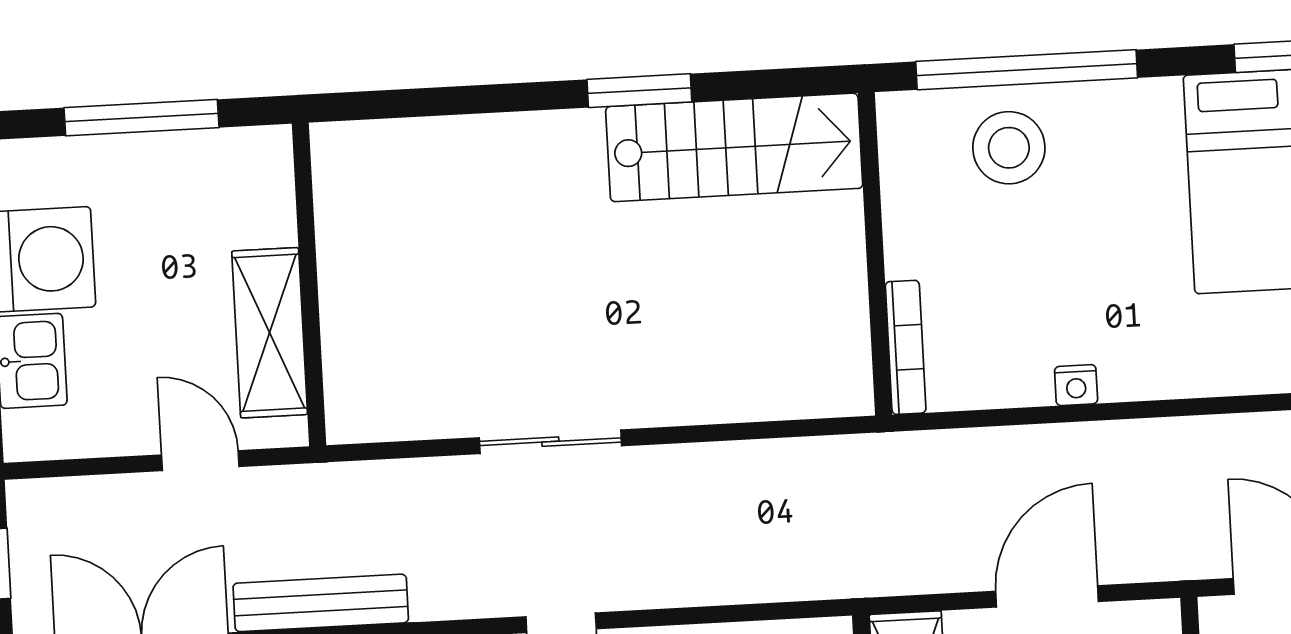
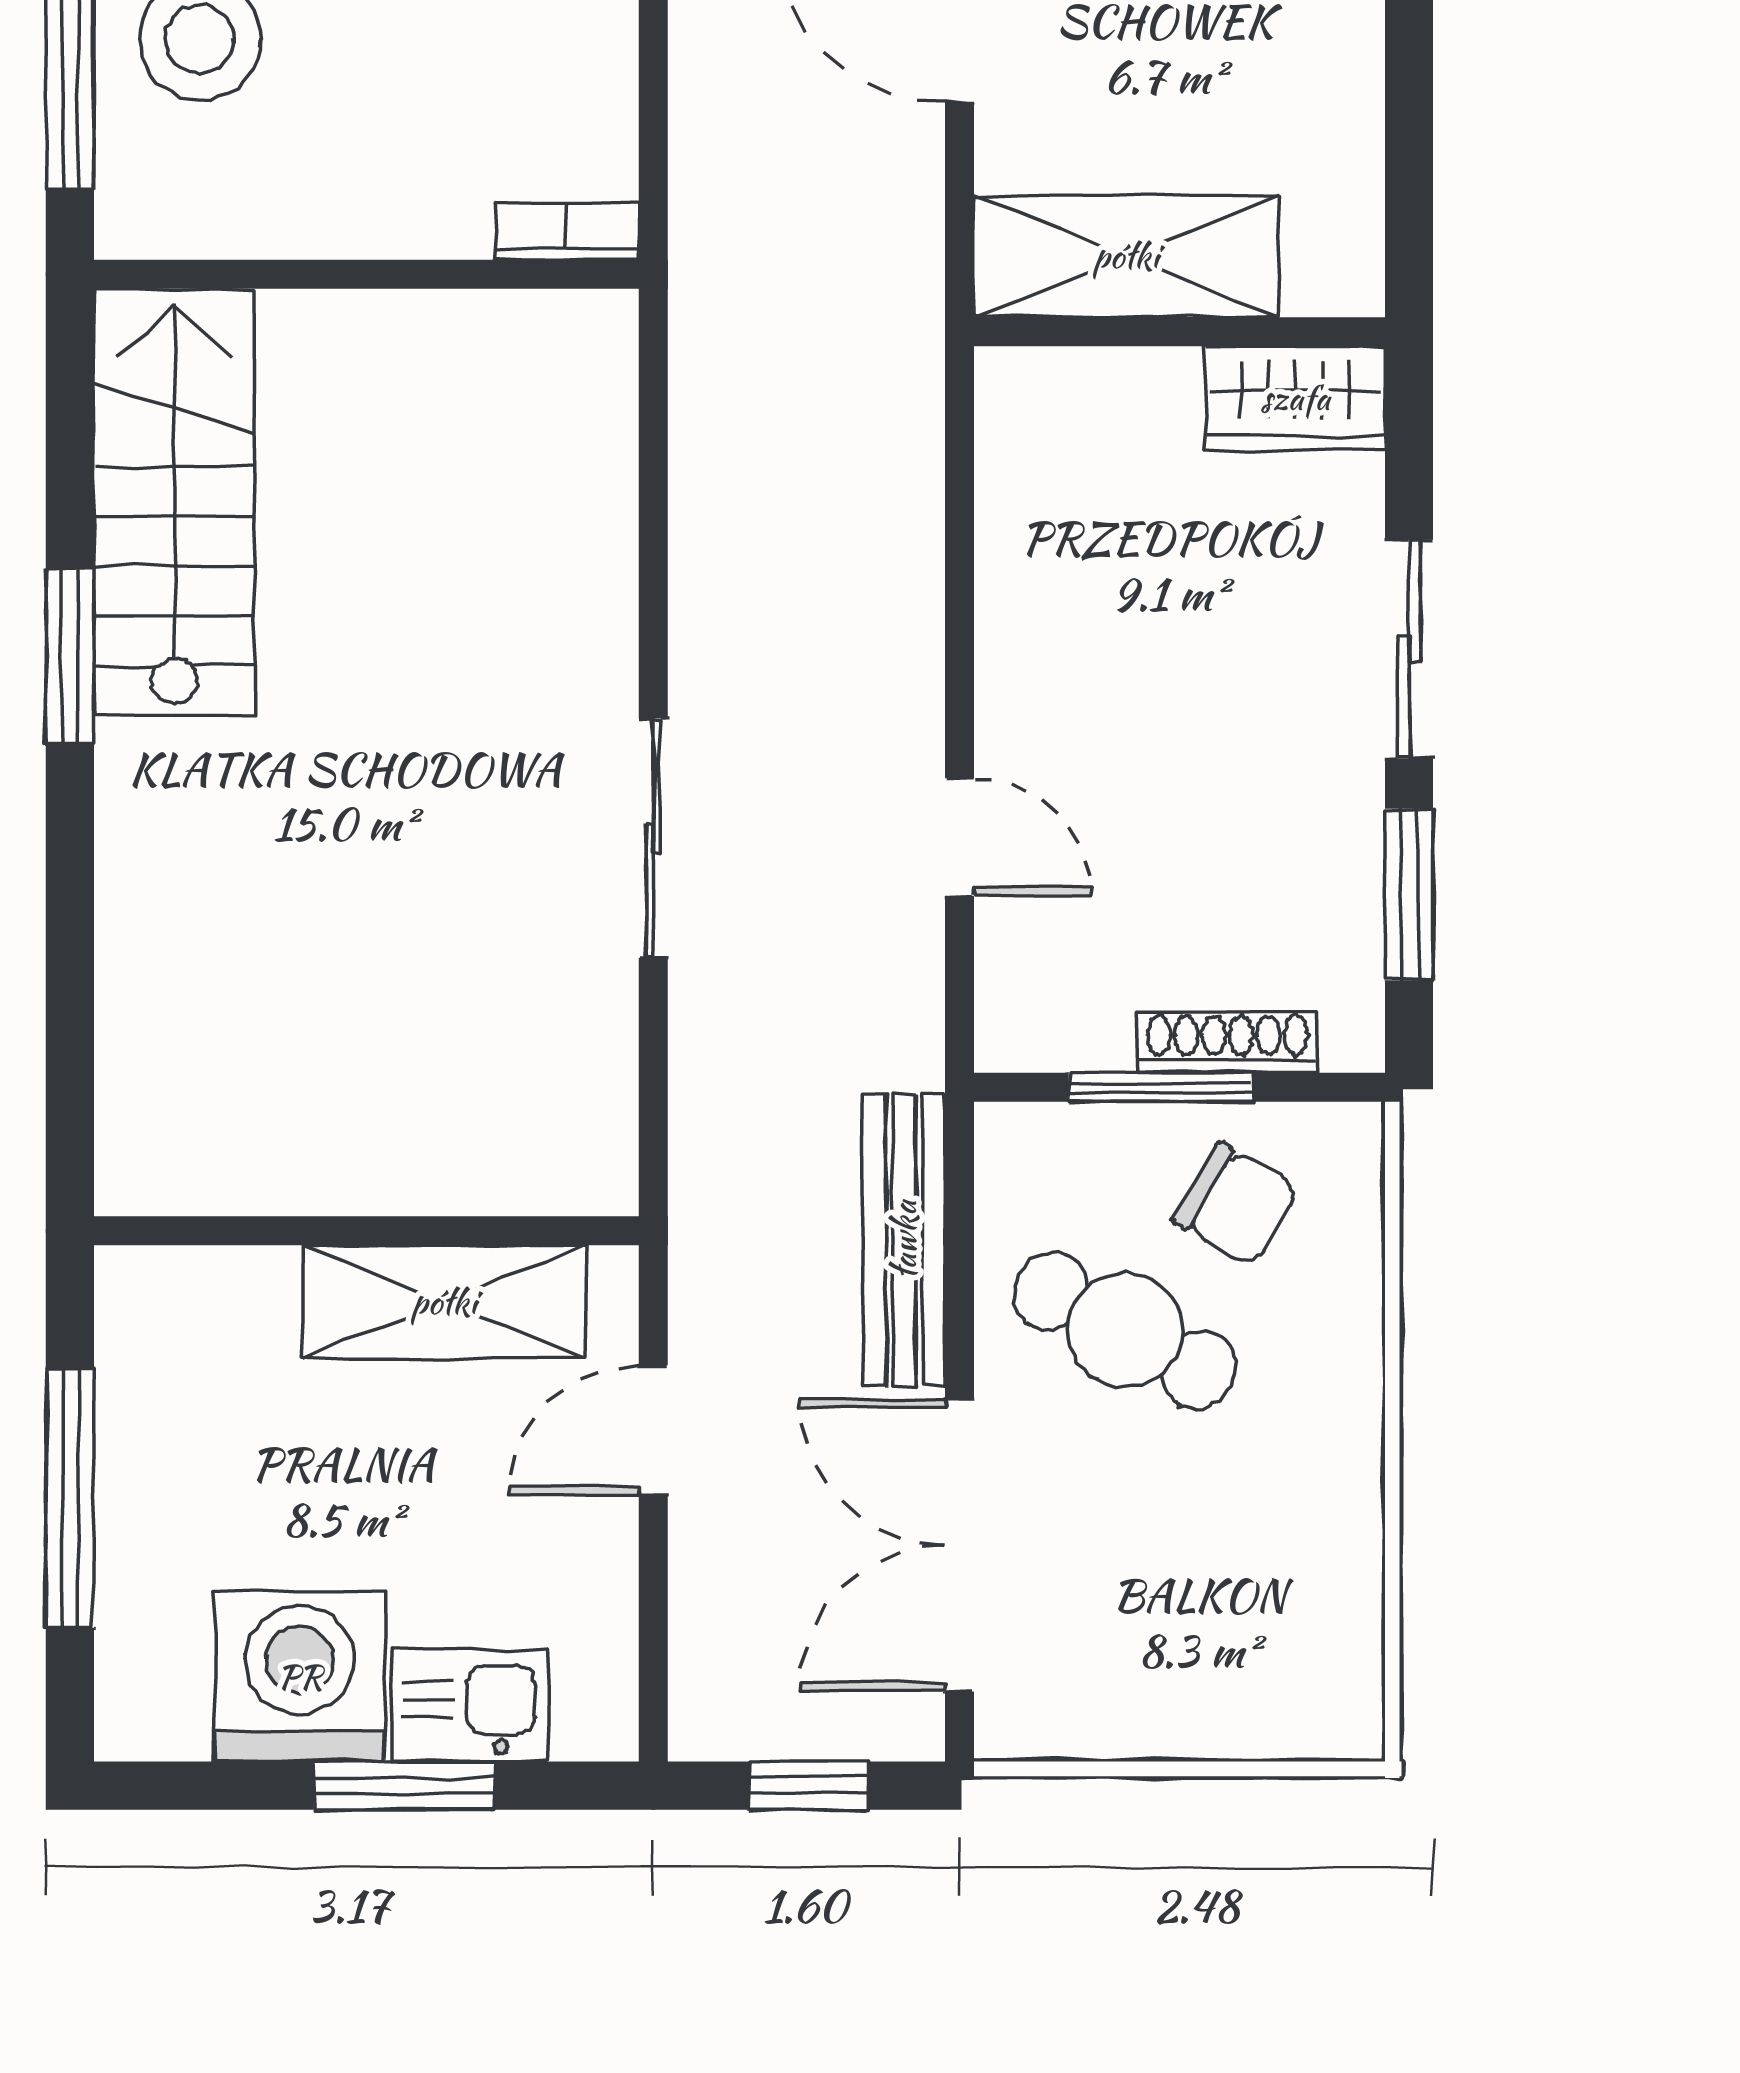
bookcase: (906, 347) -> (567, 231), width x0.64

